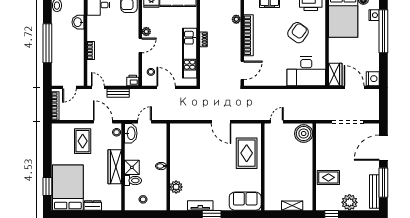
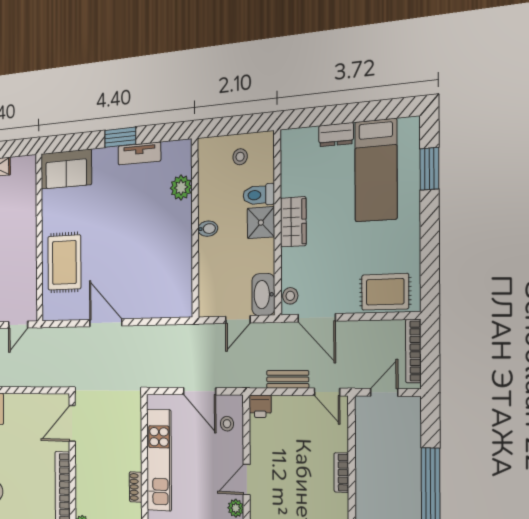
rug: (83, 141) -> (385, 292), moved, turned 90
wardrobe: (115, 167) -> (293, 222), width x0.67
bed: (68, 188) -> (376, 170), width x0.67

